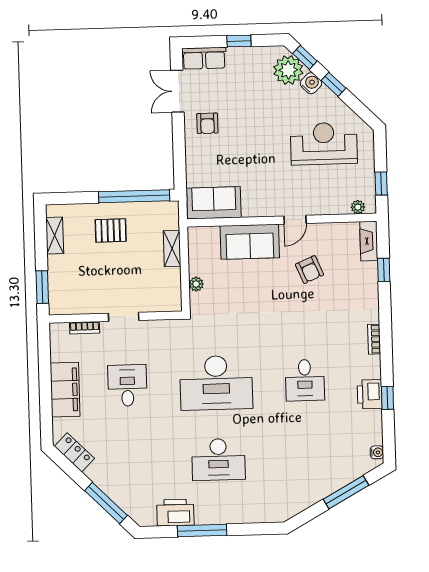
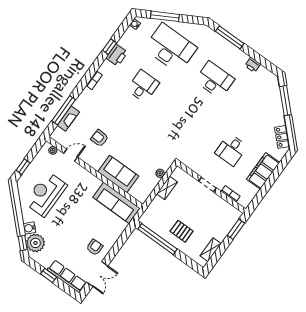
row of seats: (204, 58) -> (67, 276), width x1.48
window: (334, 84) -> (19, 219), removed
reception desk: (324, 144) -> (46, 194), turned 90
window: (381, 183) -> (23, 167), moved
sofa: (214, 203) -> (116, 203), width x1.36
door: (295, 220) -> (71, 155), moved
fireplace: (369, 241) -> (68, 119), moved
shelving: (172, 249) -> (167, 188), moved
armchair: (309, 270) -> (100, 138), turned -65
window: (384, 270) -> (64, 110), width x2.17
desk: (216, 383) -> (171, 48), moved
printer: (175, 513) -> (253, 65), width x0.53, depth x0.68
window: (202, 531) -> (230, 37), moved

